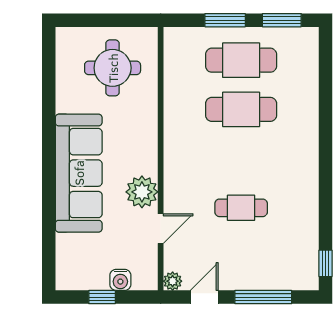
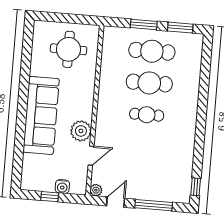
cafe table: (241, 208) -> (147, 115), moved

